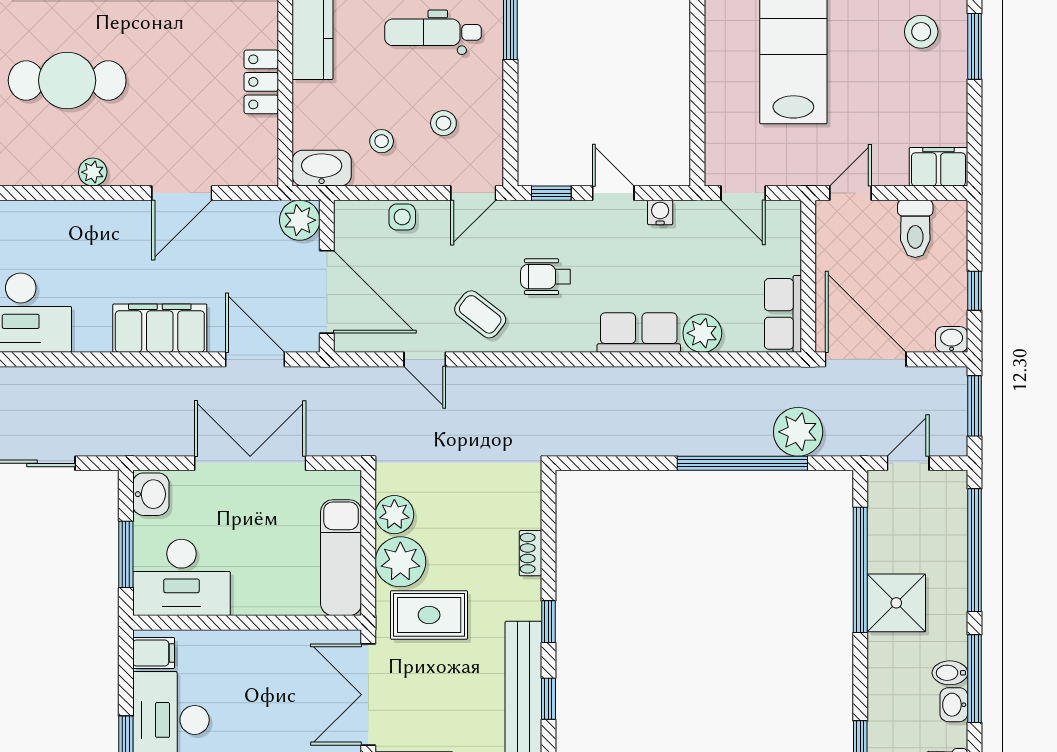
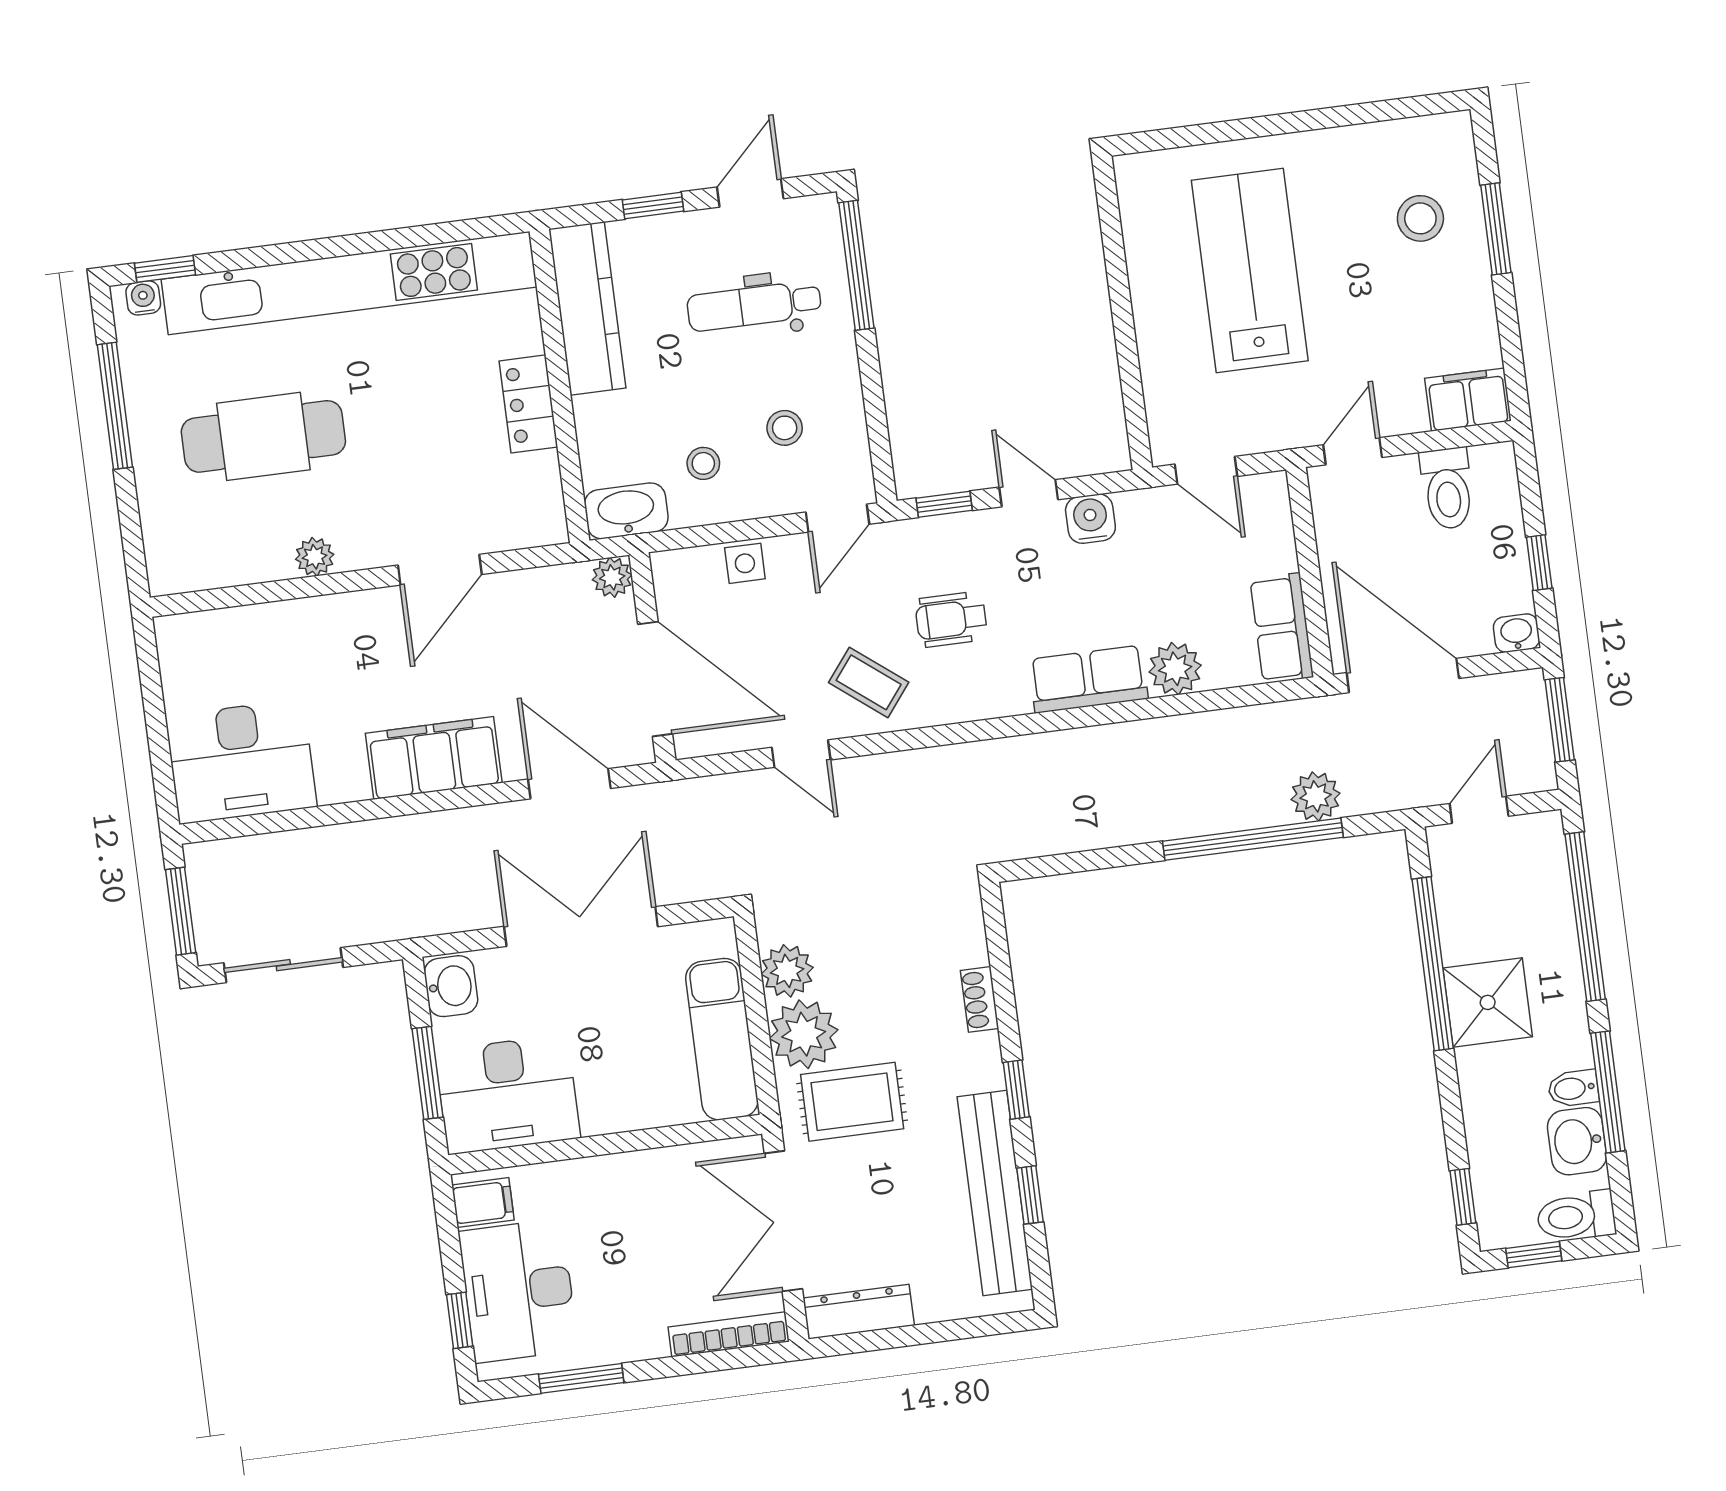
water cooler: (660, 212) -> (1090, 519), width x1.38, depth x1.38
plant: (300, 220) -> (612, 577), width x0.73, depth x0.73
plant: (798, 432) -> (1316, 796), width x0.73, depth x0.73
washbasin: (954, 705) -> (1577, 1141), width x1.38, depth x1.45

